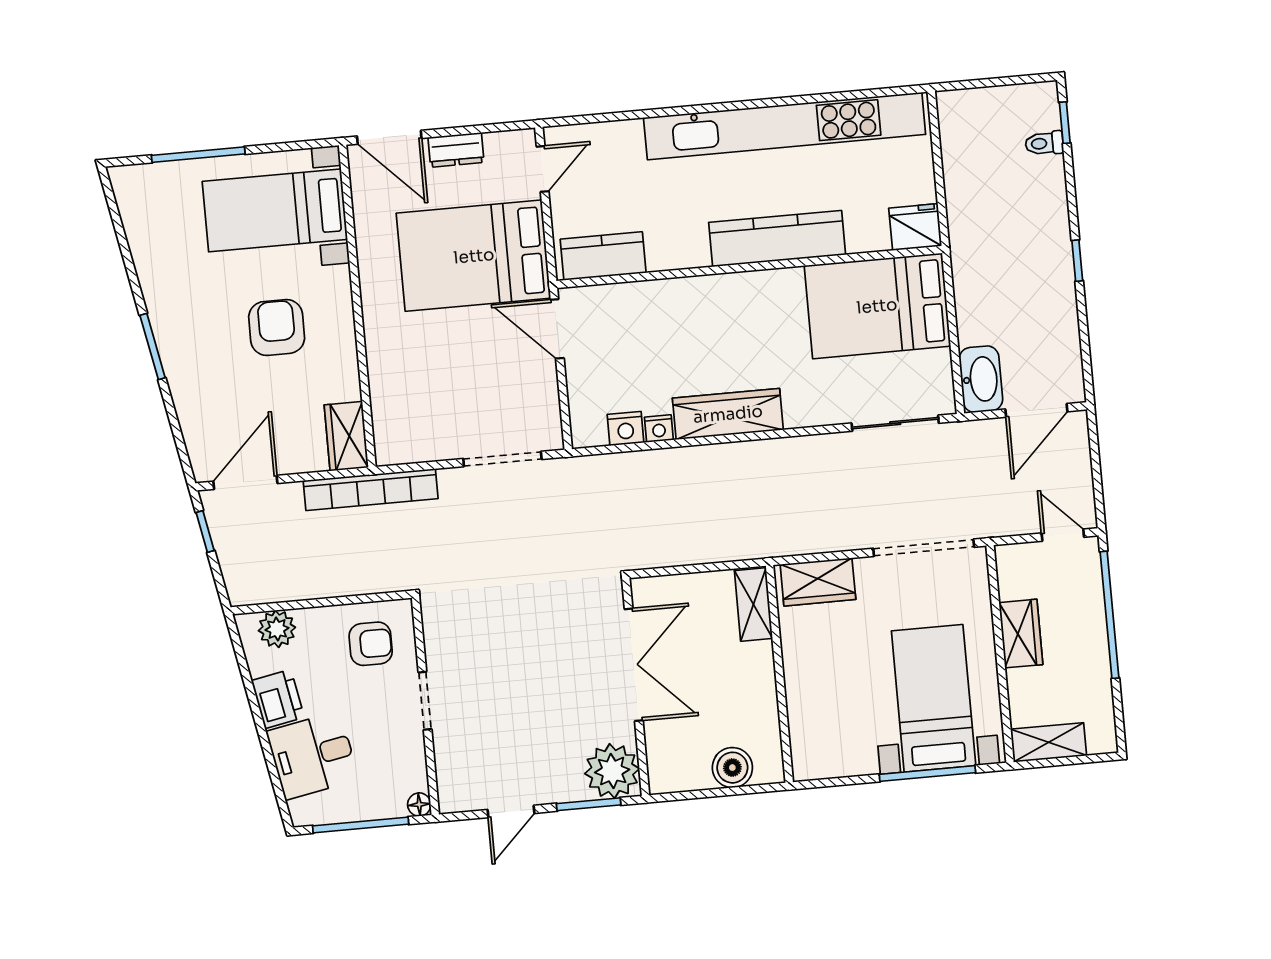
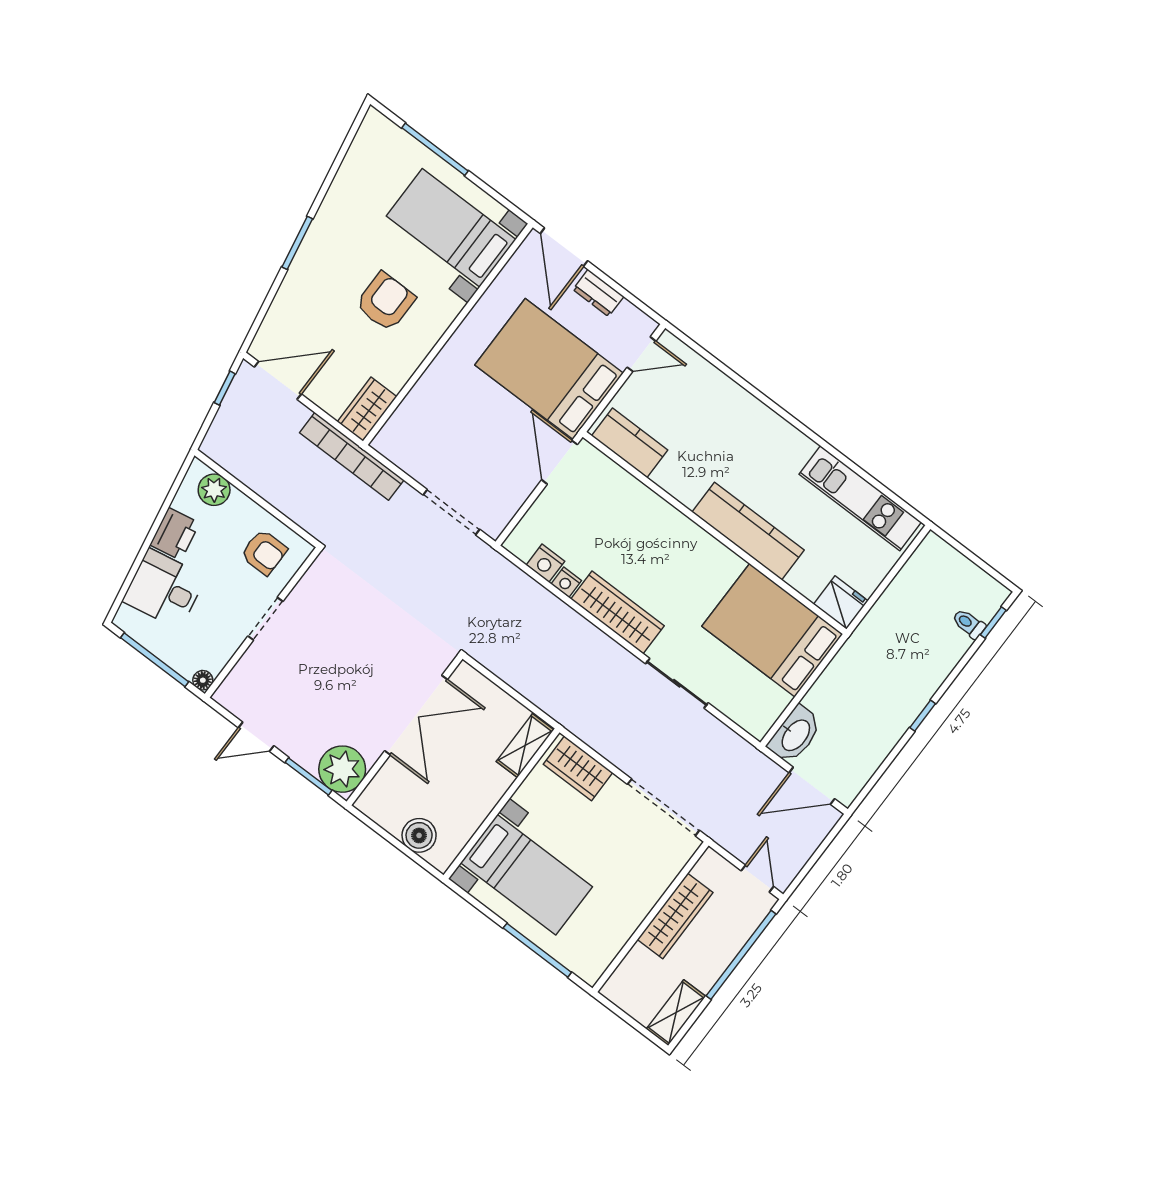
kitchen unit: (785, 126) -> (860, 498), width x0.54
sliding door: (895, 423) -> (677, 683), moved
wardrobe: (1021, 634) -> (675, 916), width x1.50
bed with nightstands: (934, 698) -> (527, 875), moved, turned 90
shelving: (1049, 742) -> (676, 1013), moved, turned 90

